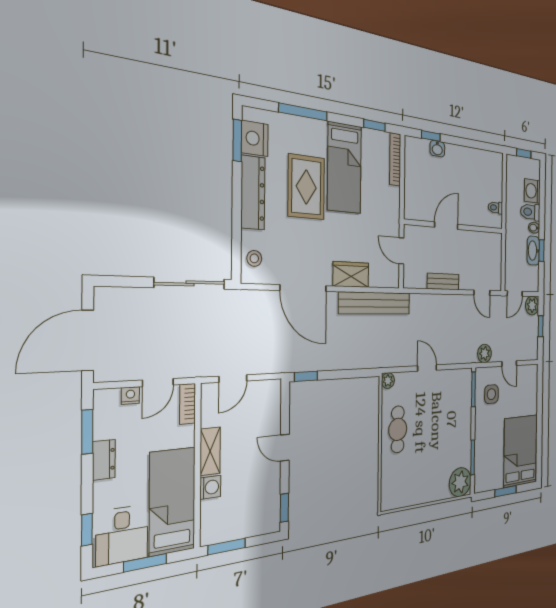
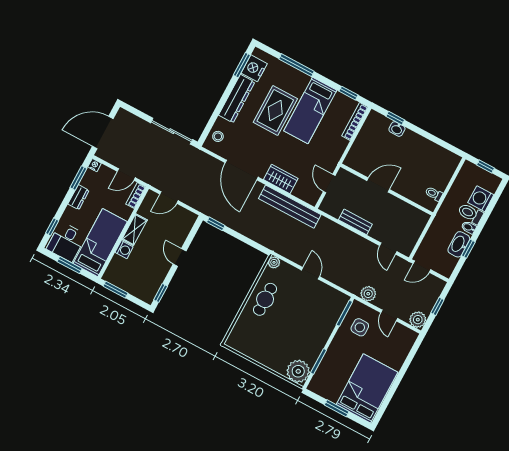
plant: (532, 306) -> (418, 320), moved
nightstand: (130, 395) -> (95, 165), moved

